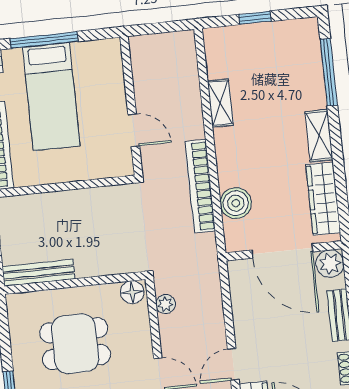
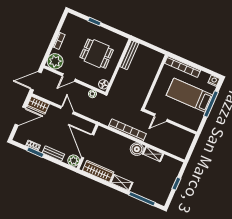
boiler: (236, 203) -> (137, 149), moved
door: (282, 251) -> (88, 146), hinge flipped
dining table: (75, 344) -> (97, 54), turned 90
door: (233, 364) -> (67, 110), moved

